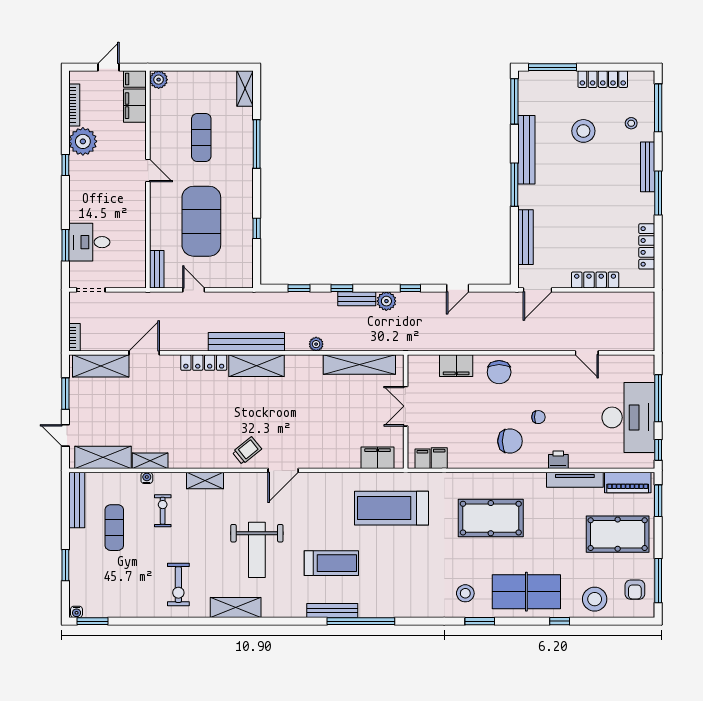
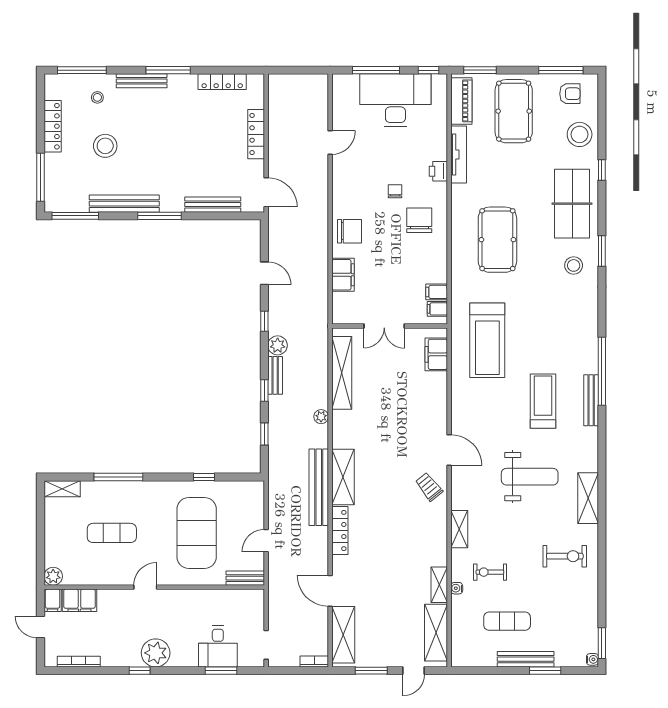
plant: (83, 141) -> (156, 653), moved
exercise mat: (201, 221) -> (197, 533), turned 90
bench: (77, 500) -> (526, 659), moved

